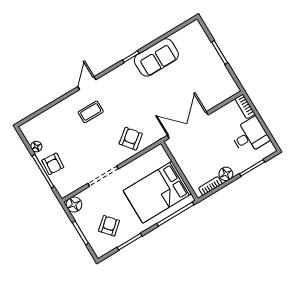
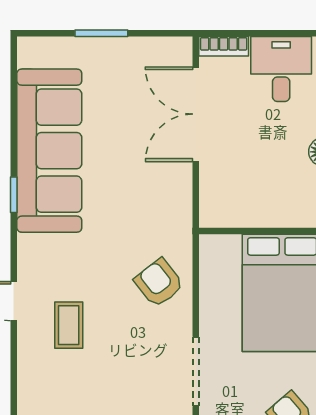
sofa: (156, 57) -> (49, 151), width x1.85, depth x1.27
double door: (188, 125) -> (196, 114), moved

